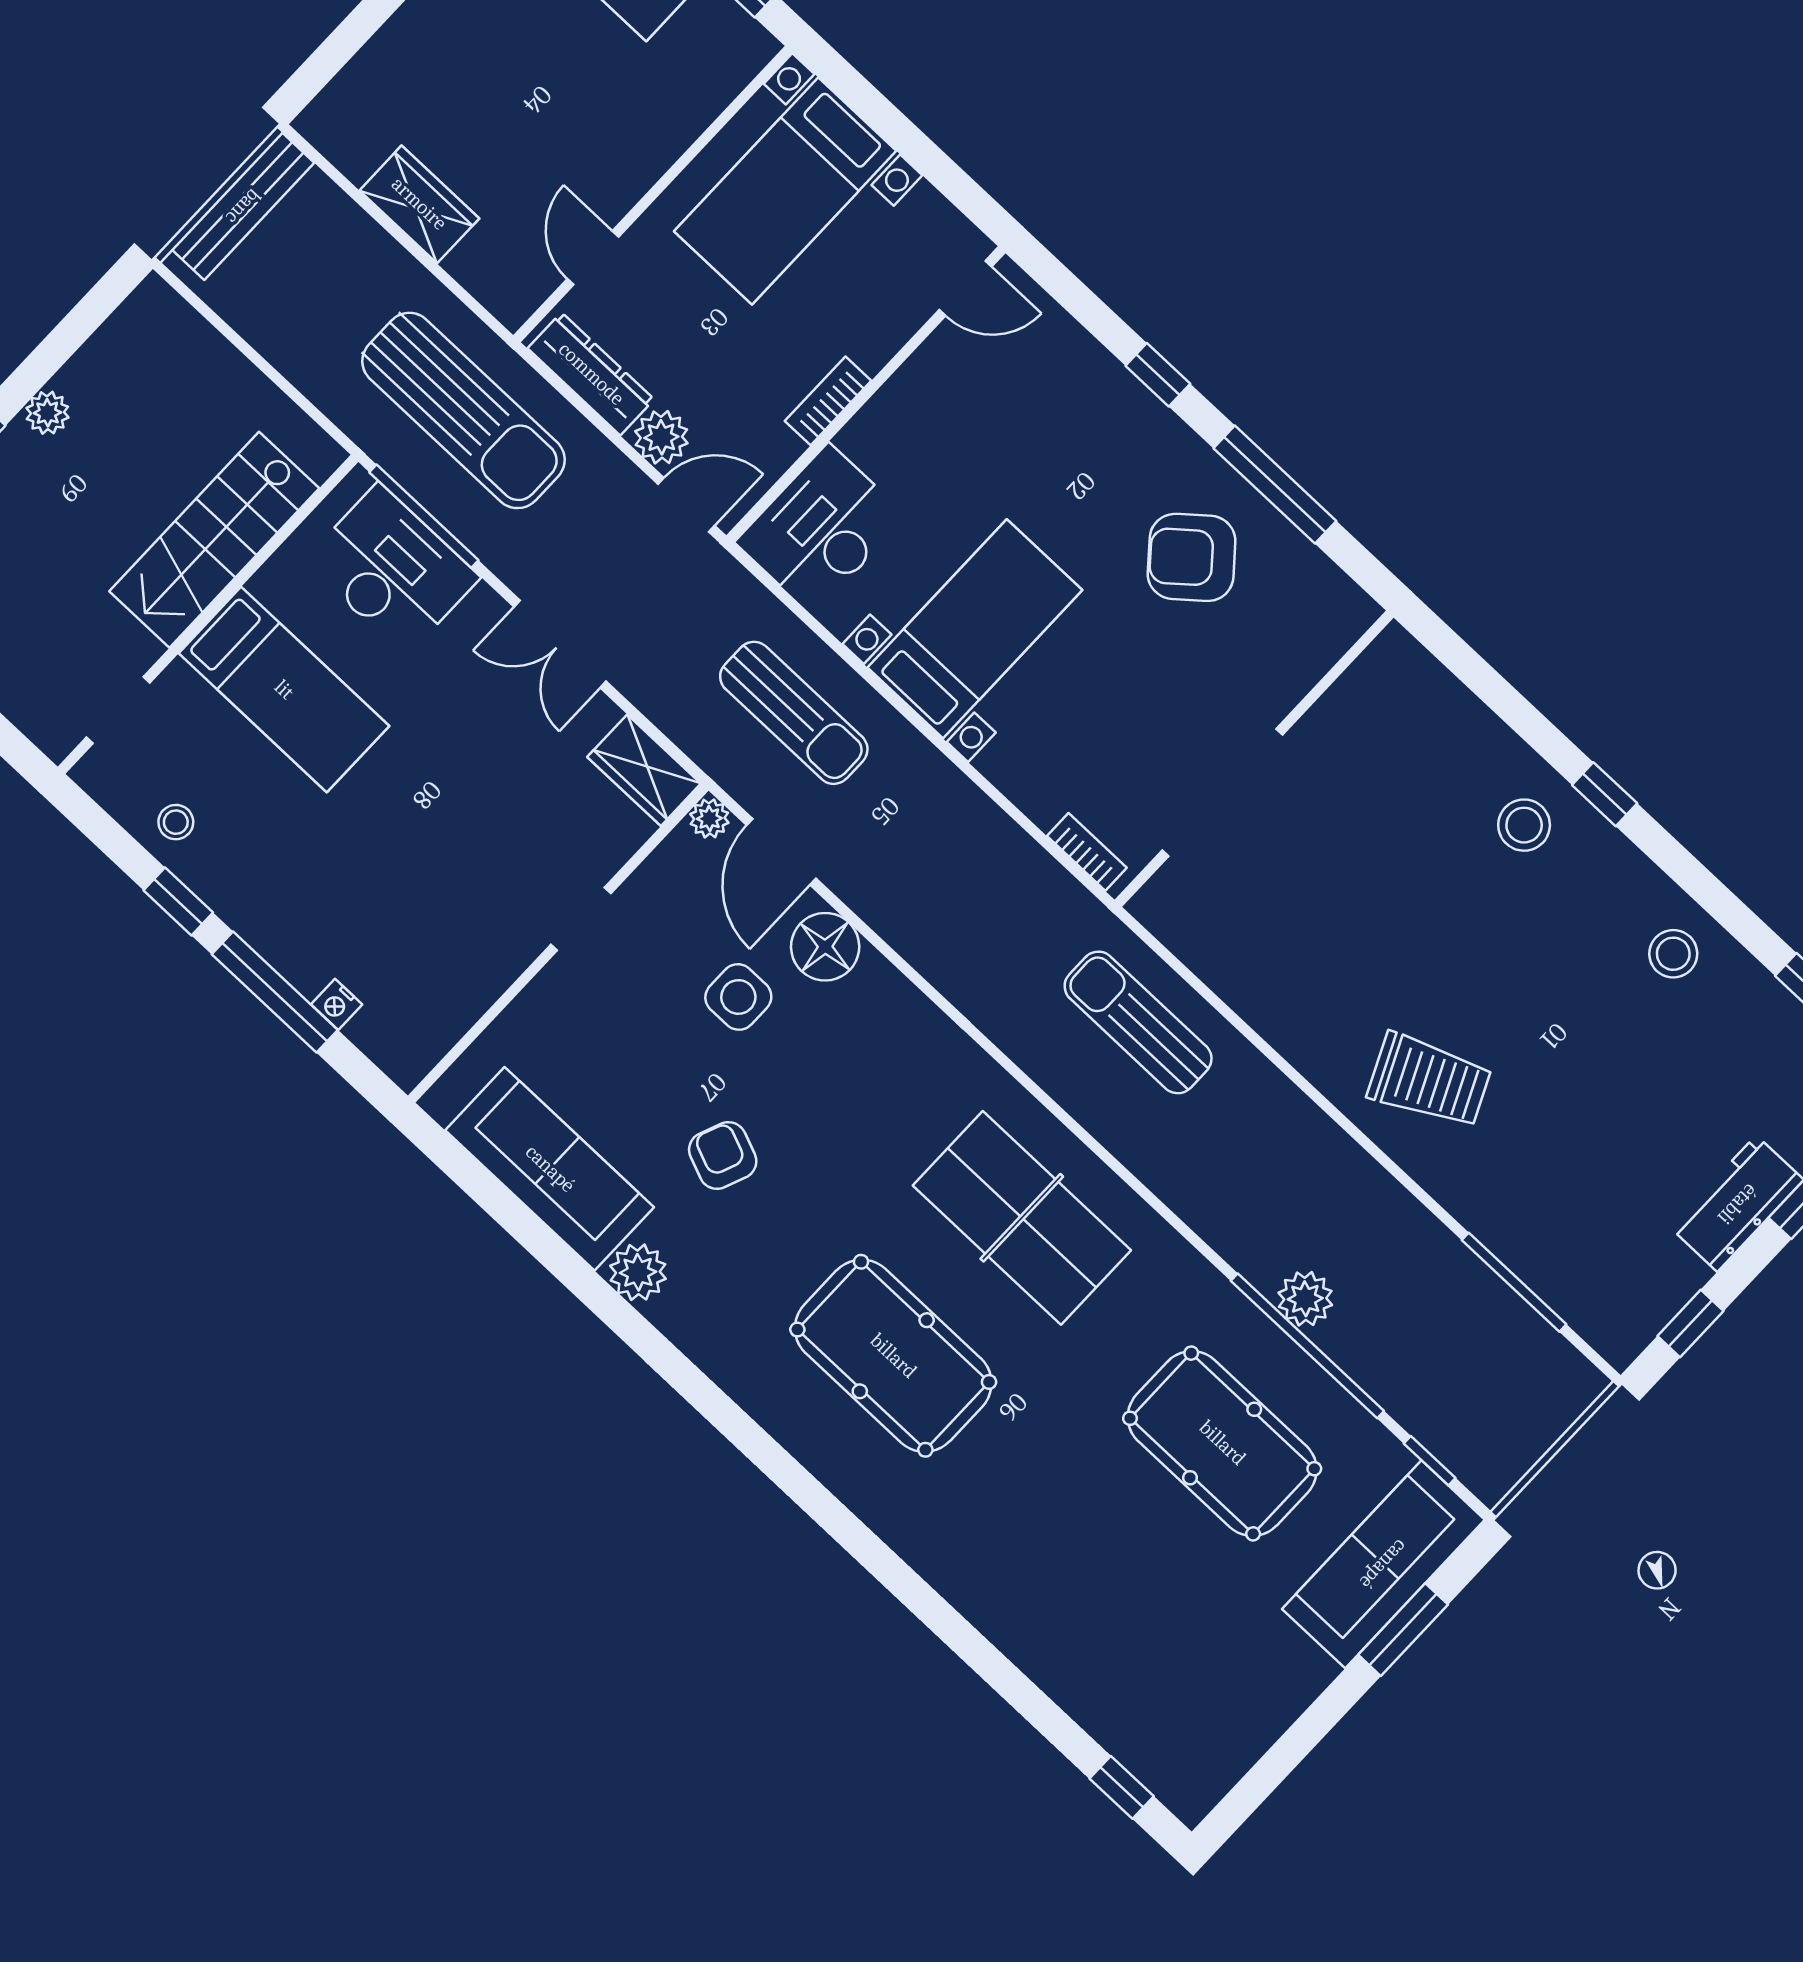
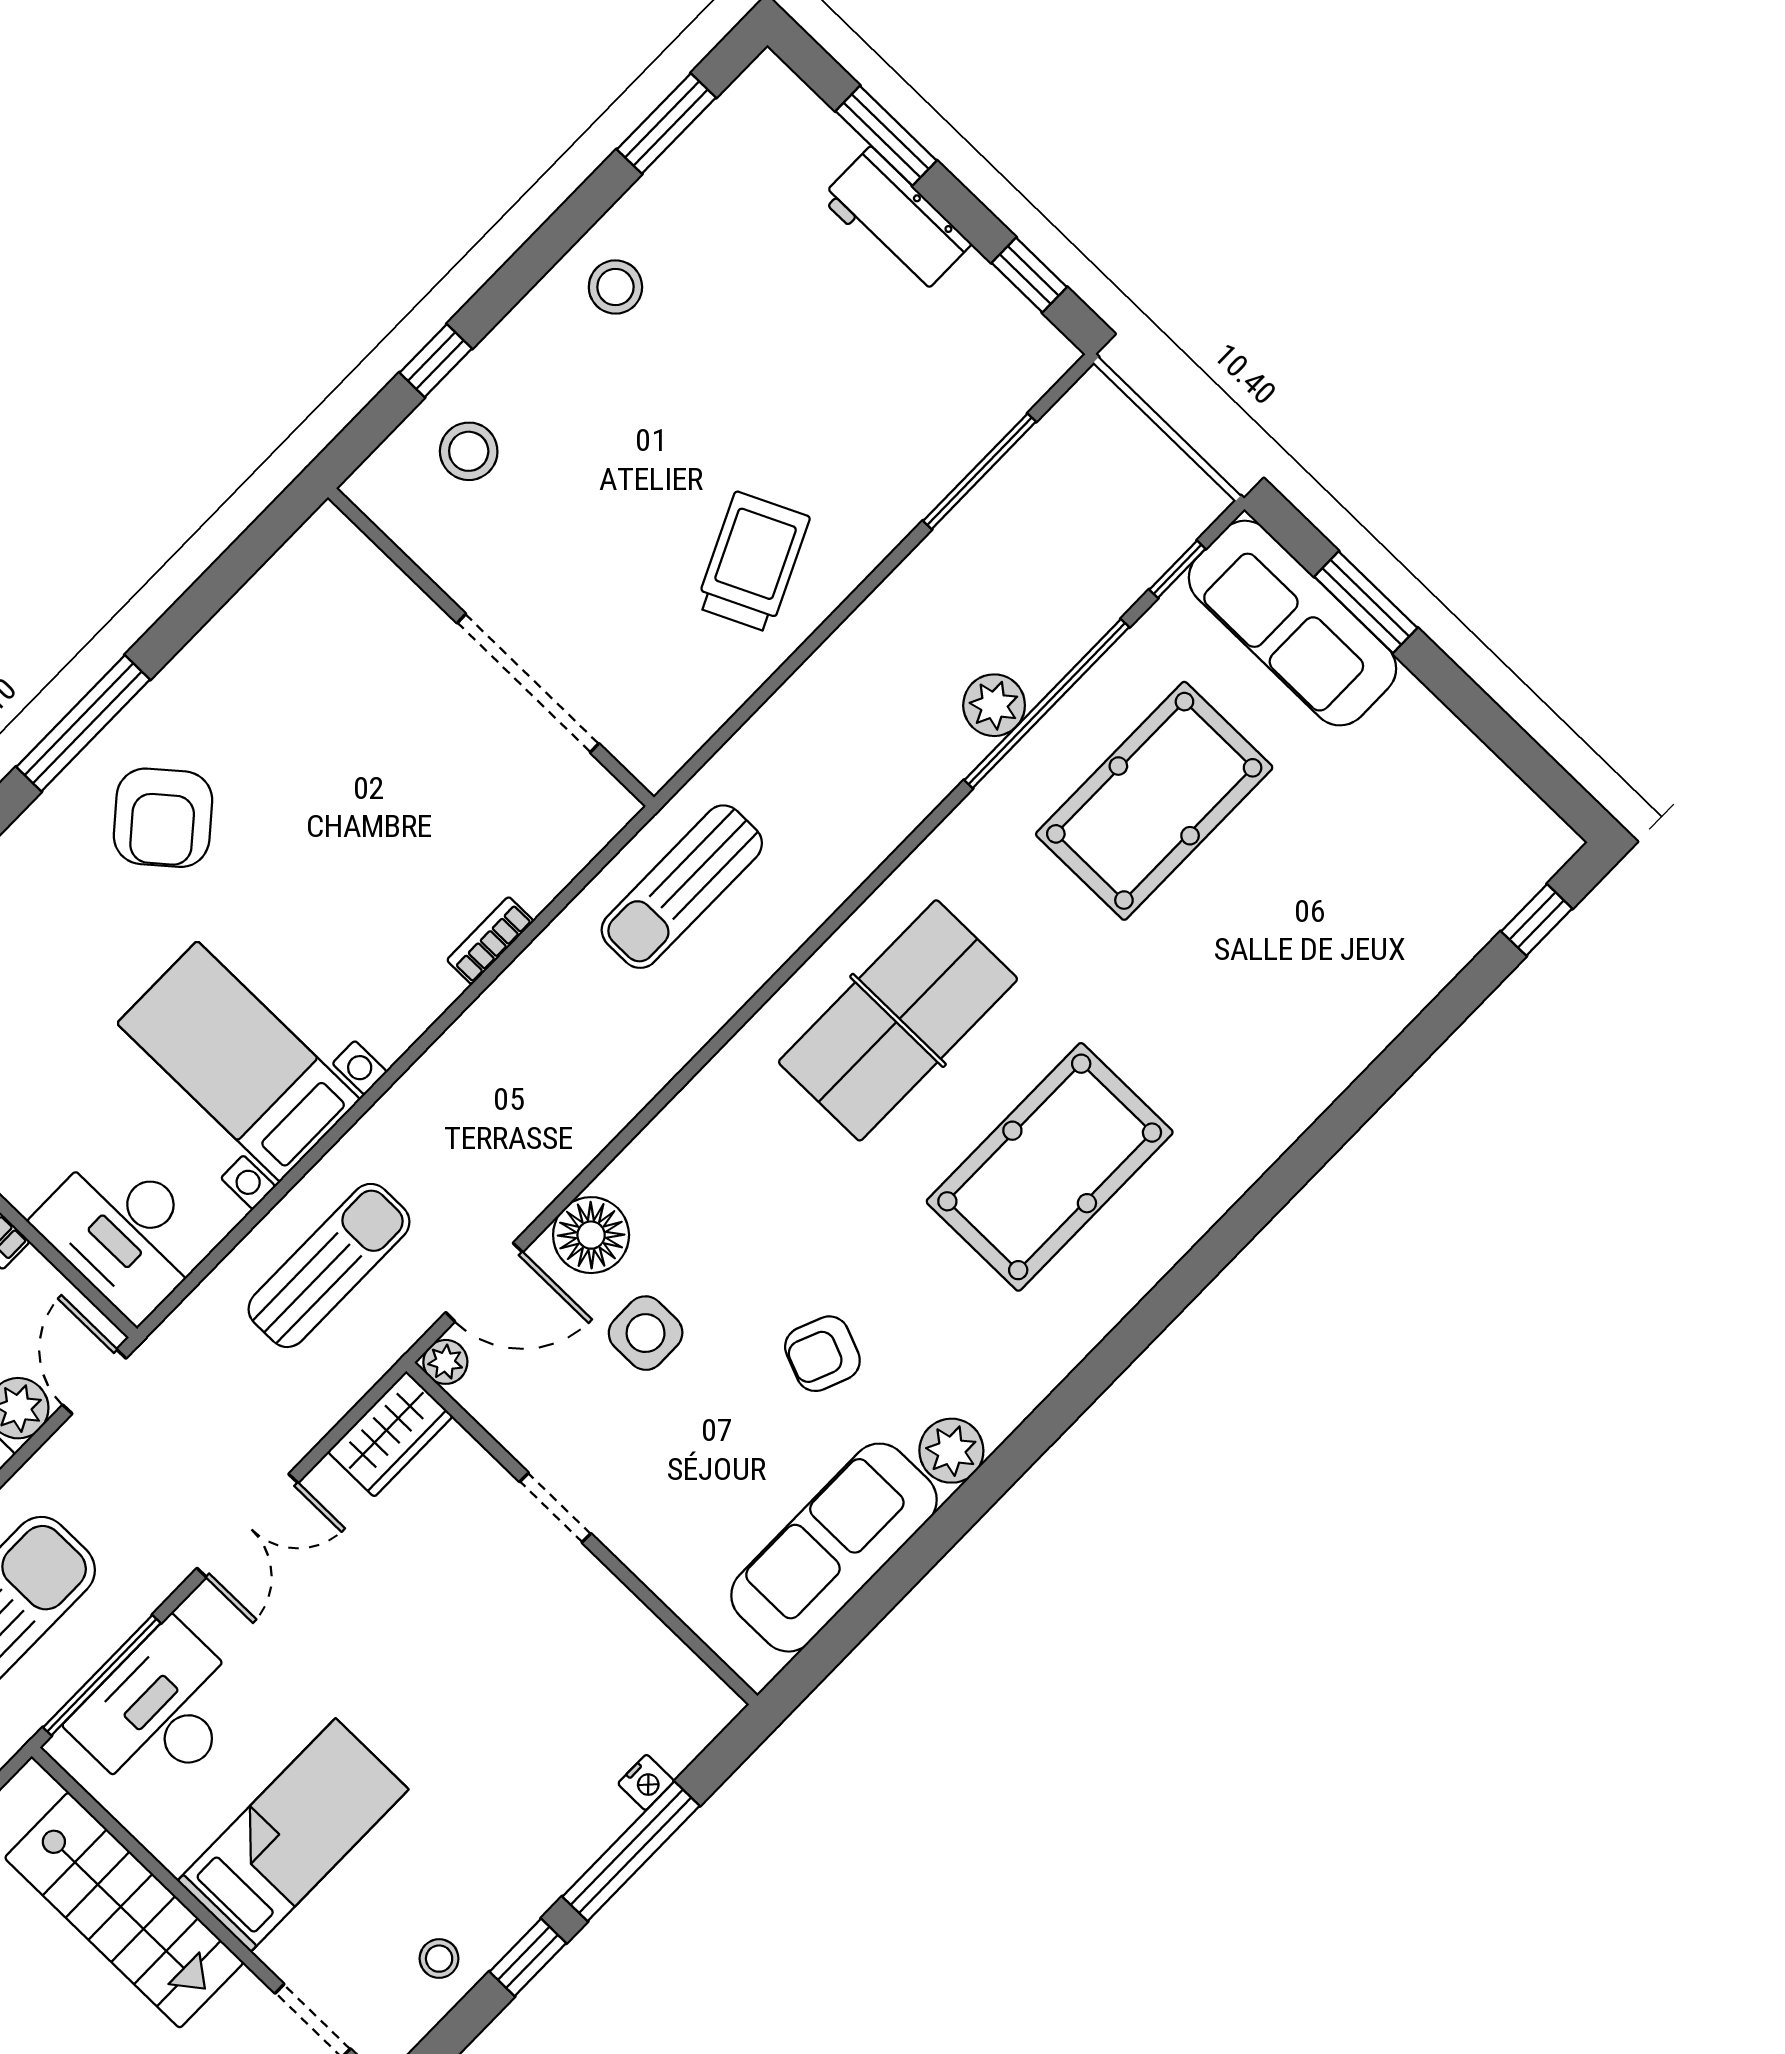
wall: (1254, 759) -> (491, 647), moved
doorway: (1222, 792) -> (528, 683), moved

